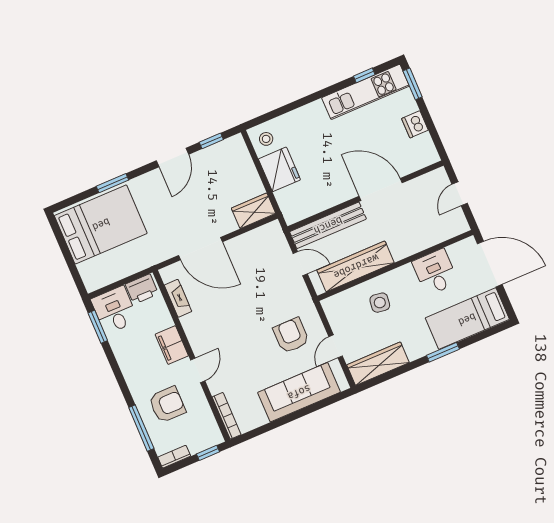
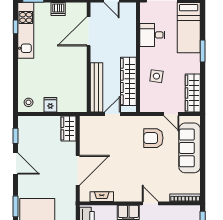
fridge: (279, 169) -> (50, 105), width x0.53, depth x0.75
door: (381, 190) -> (89, 31), moved

